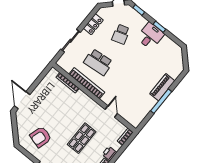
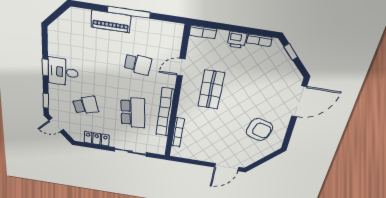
school desk: (128, 86) -> (138, 64), added
shop shelf: (82, 138) -> (211, 90), moved, turned 90

